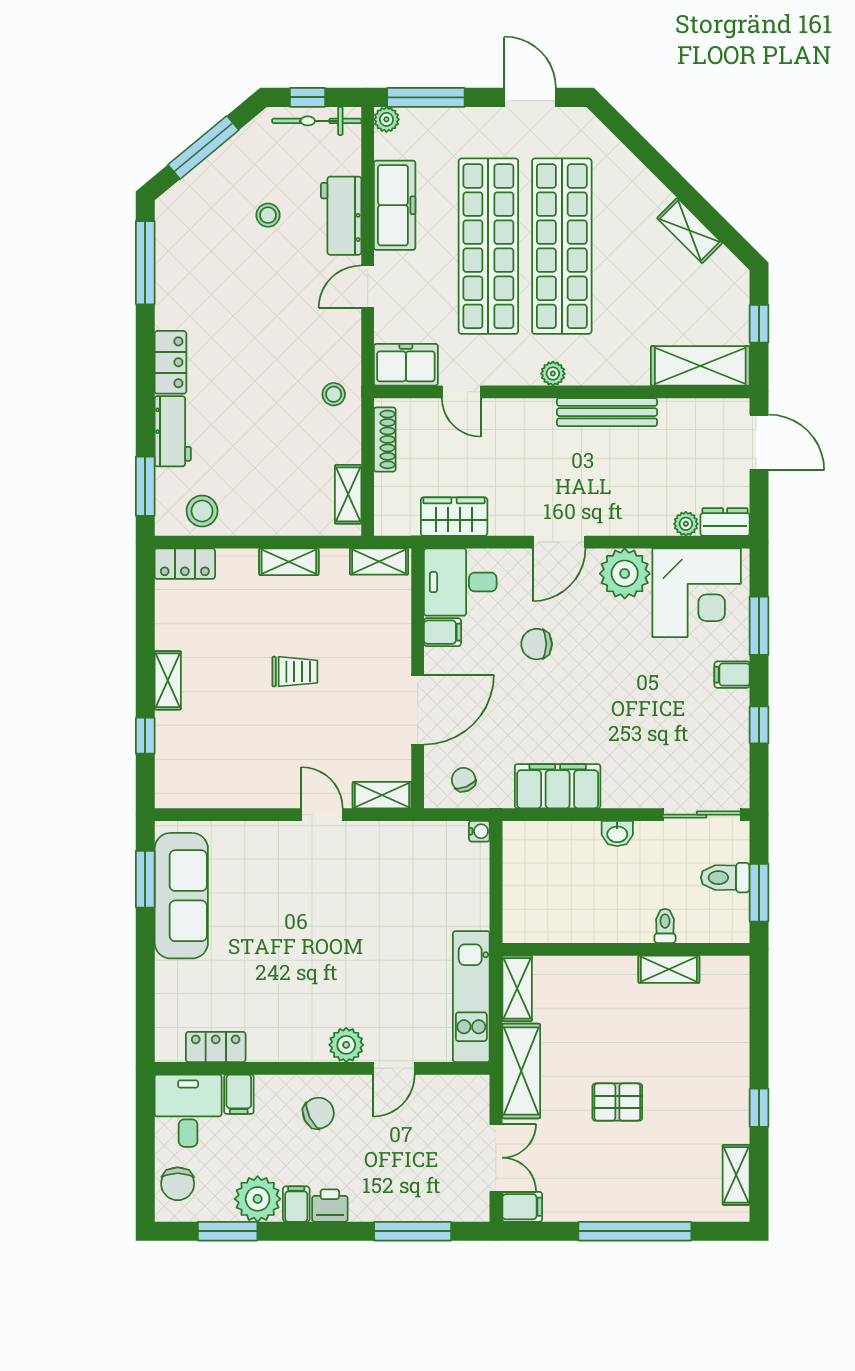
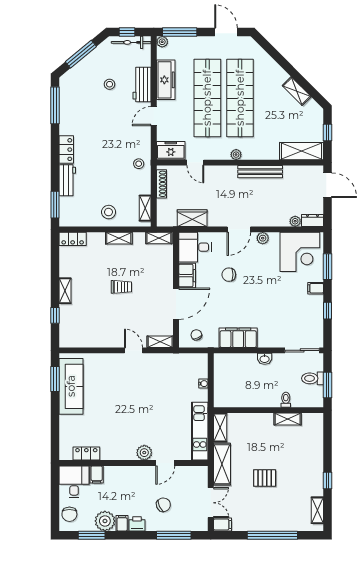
stool: (202, 511) -> (109, 212), moved
plant: (625, 574) -> (263, 238), width x0.53, depth x0.53
filing cabinet: (442, 632) -> (187, 276), width x2.00
water cooler: (479, 831) -> (203, 384), moved
chair: (318, 1113) -> (163, 505), moved

